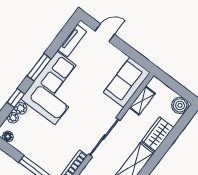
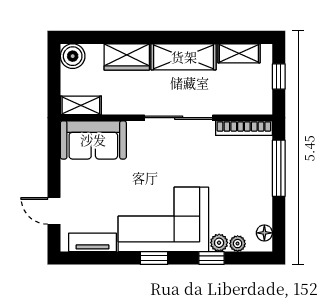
window: (39, 67) -> (154, 258), width x0.67
shelving: (142, 101) -> (81, 105), moved

